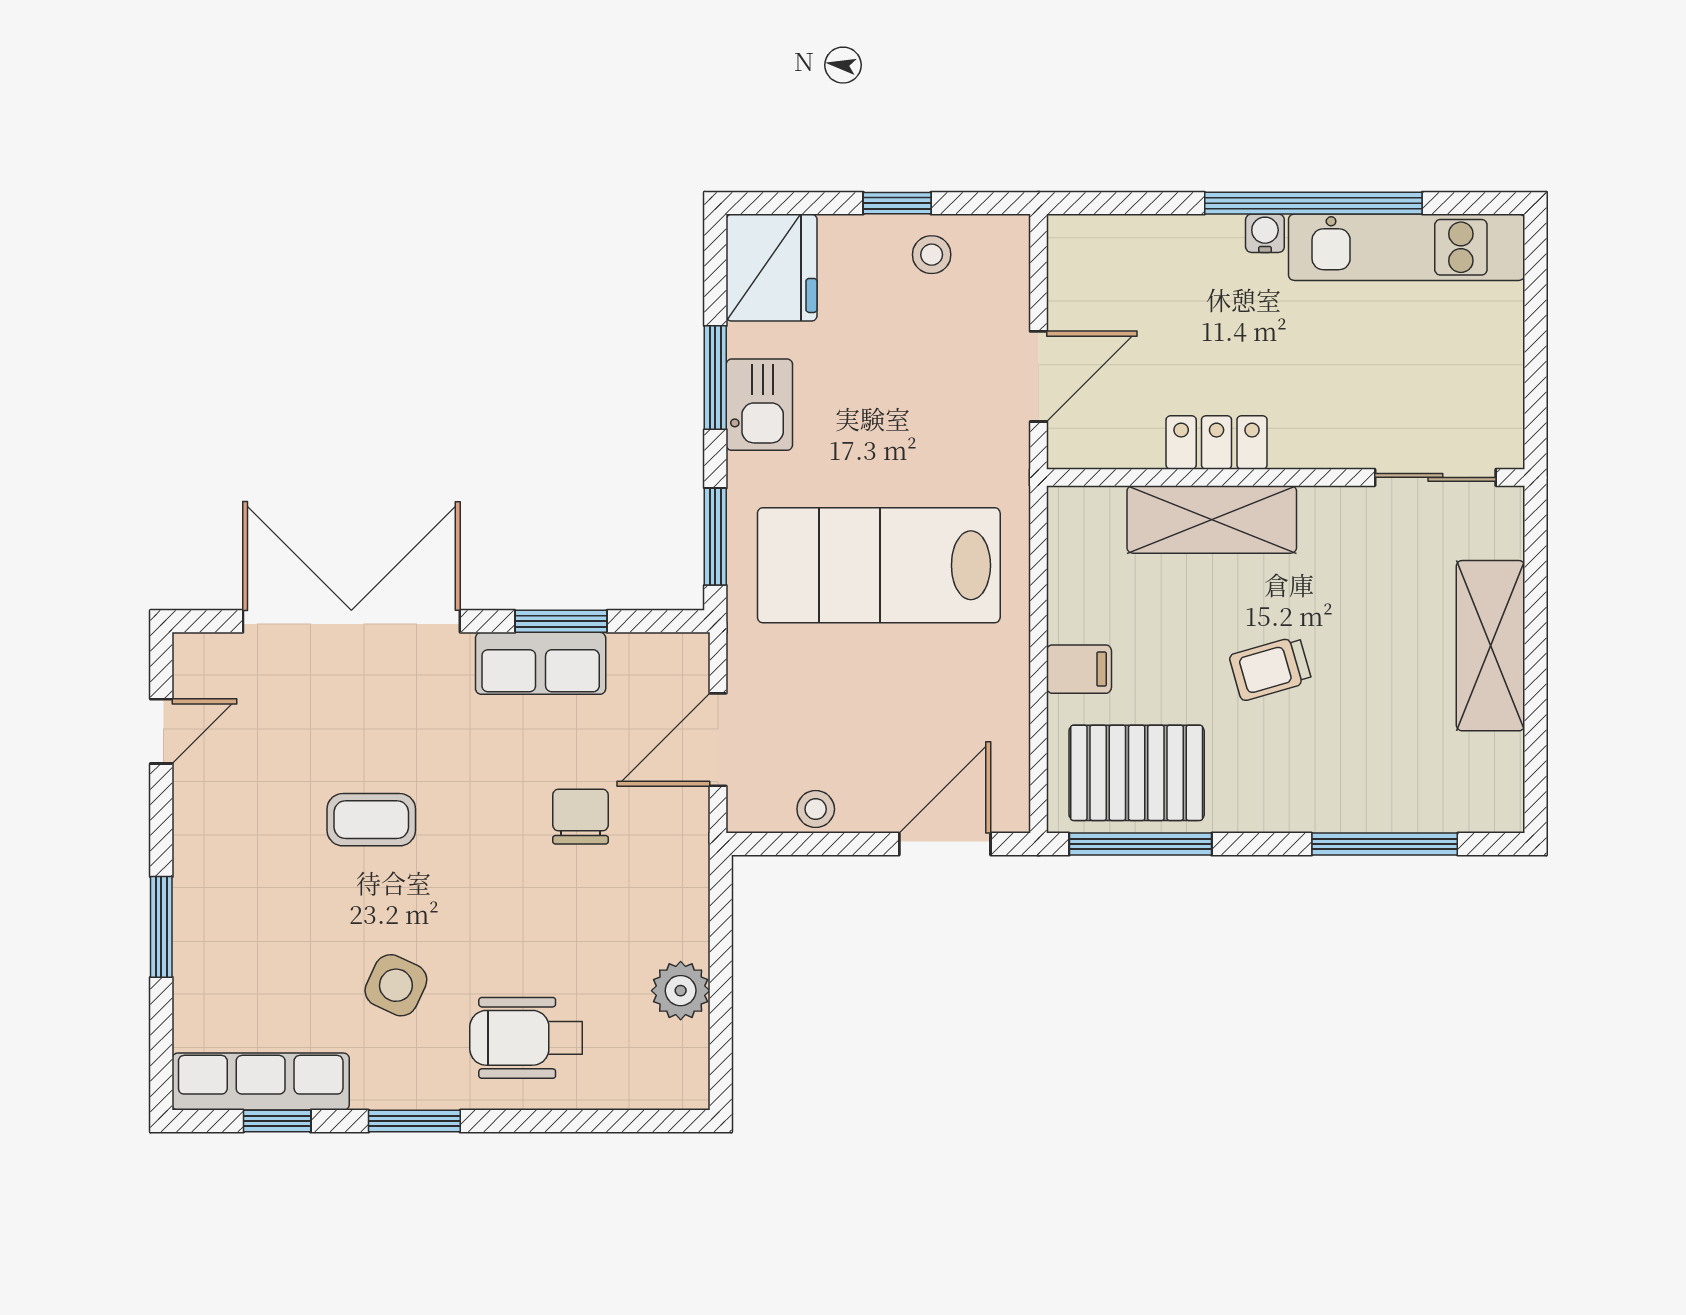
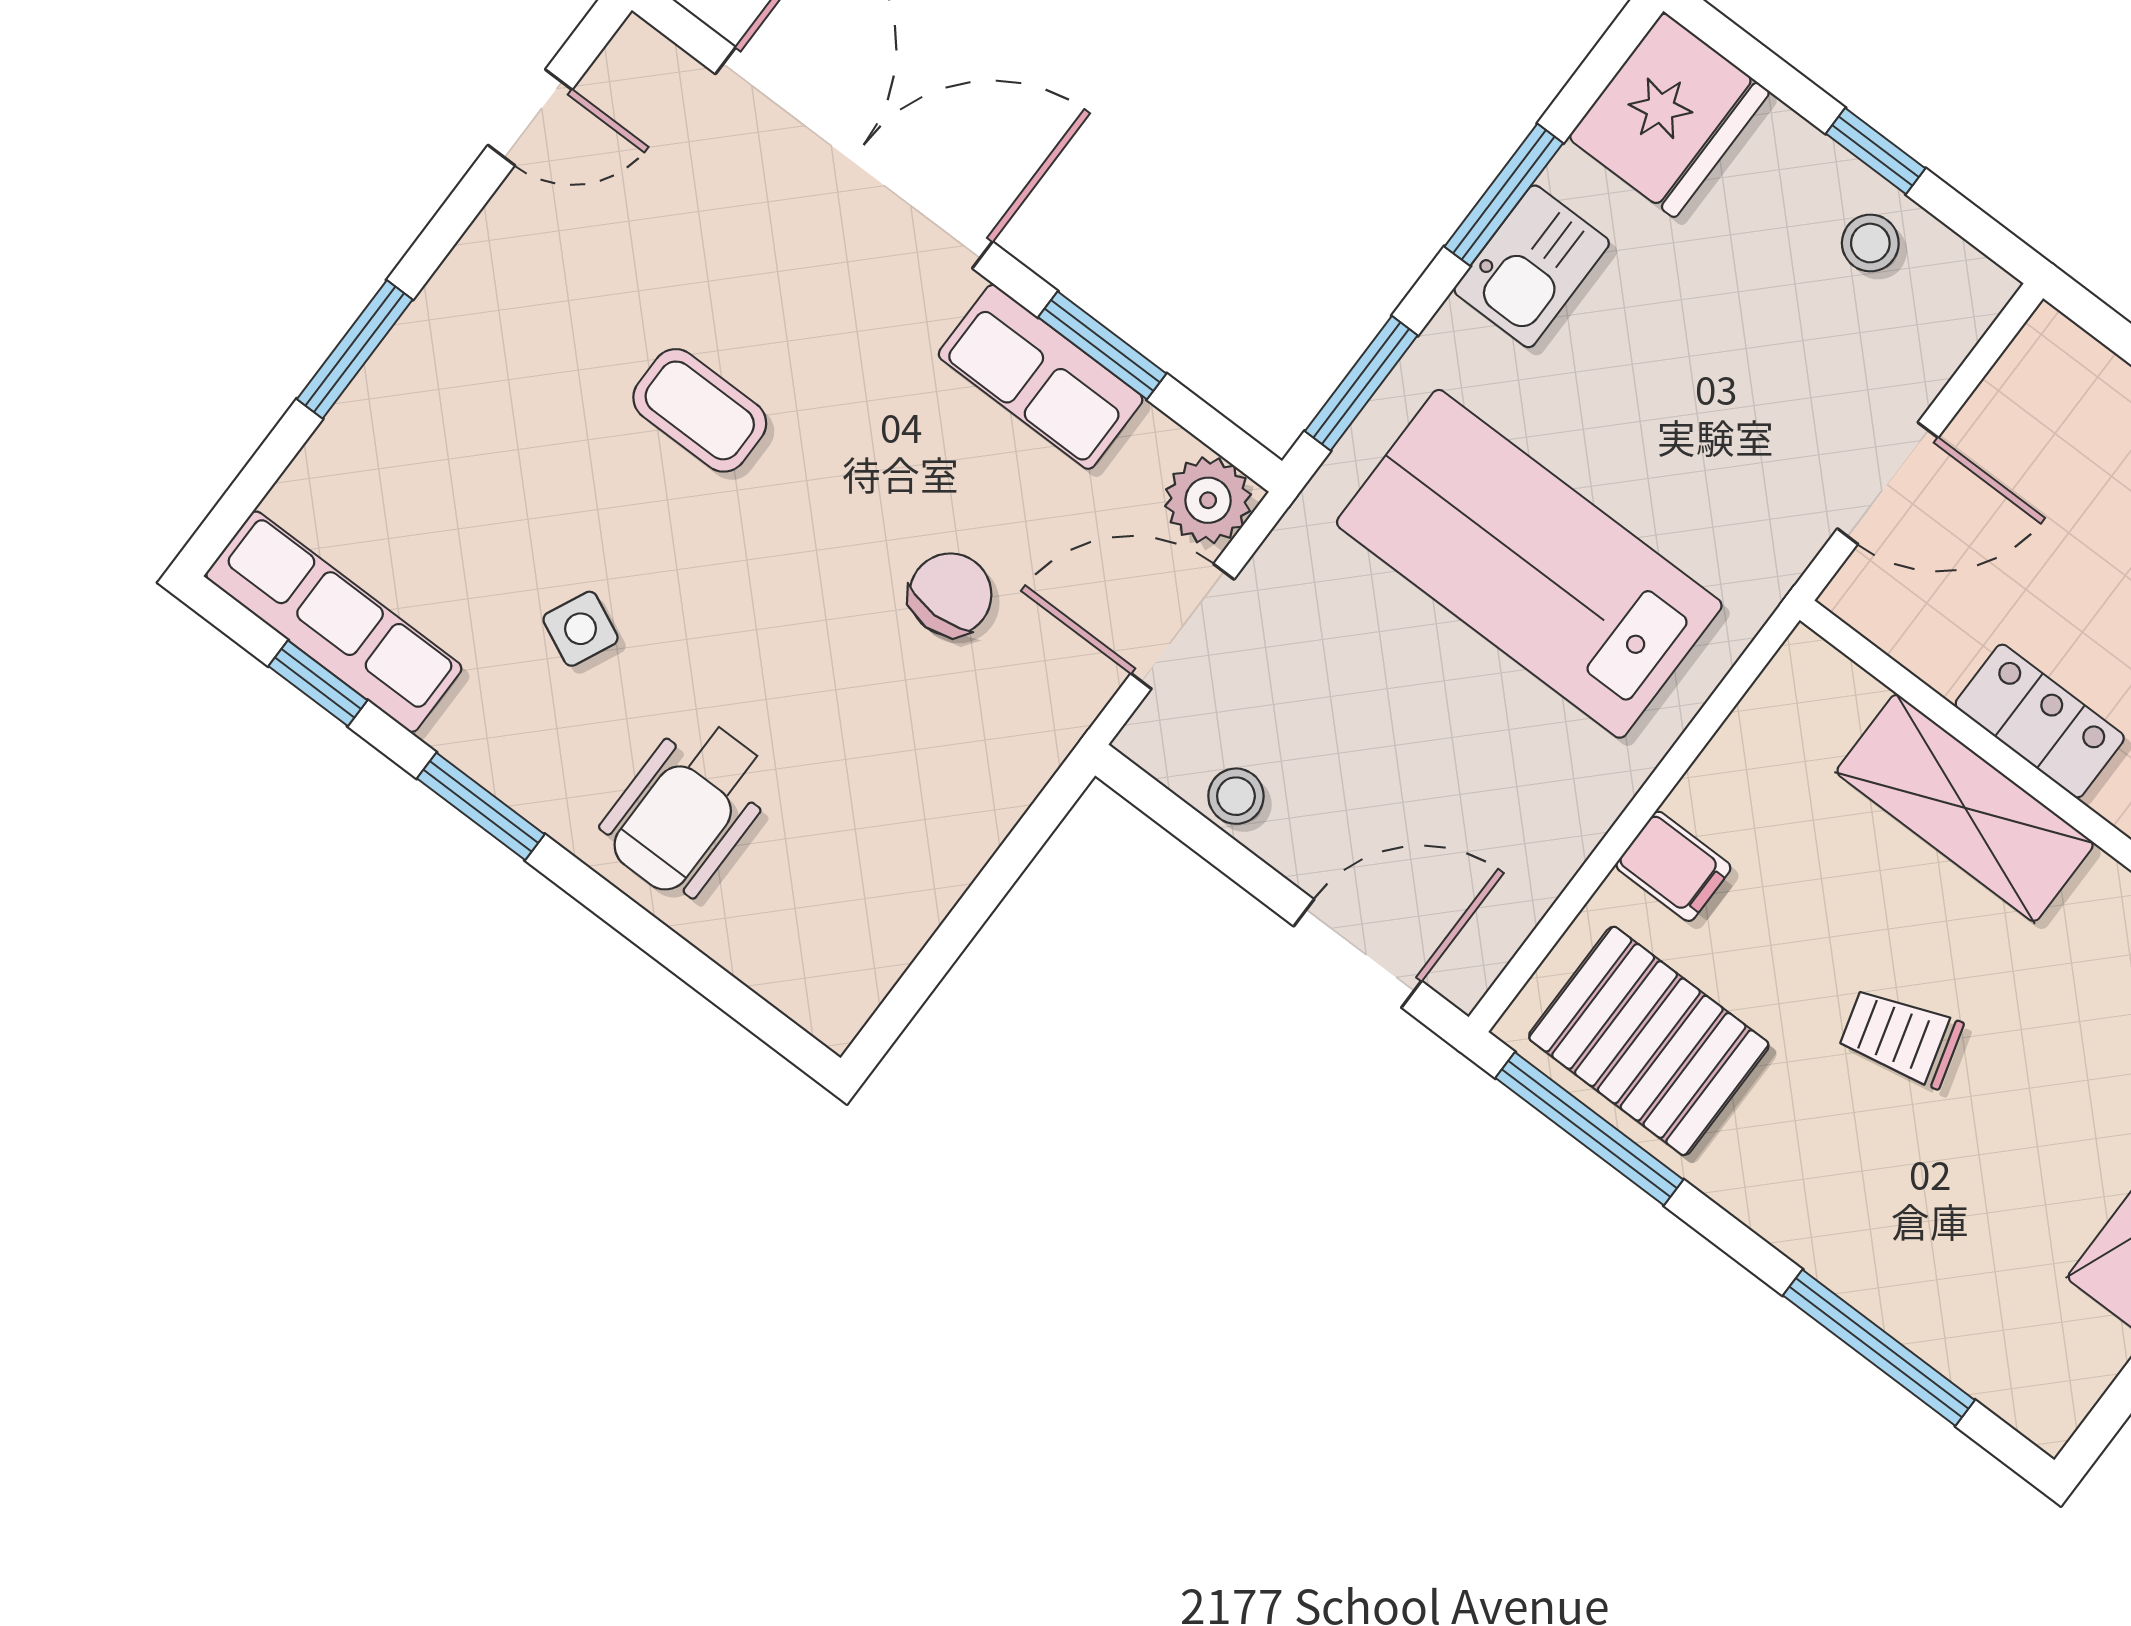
side table: (396, 985) -> (581, 629), width x0.73, depth x0.73
plant: (681, 991) -> (1208, 500), moved
wheelchair: (526, 1038) -> (688, 808), turned -90

